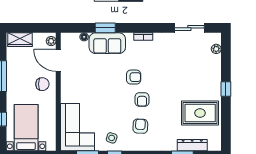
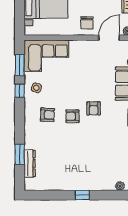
rug: (200, 113) -> (60, 171), removed

